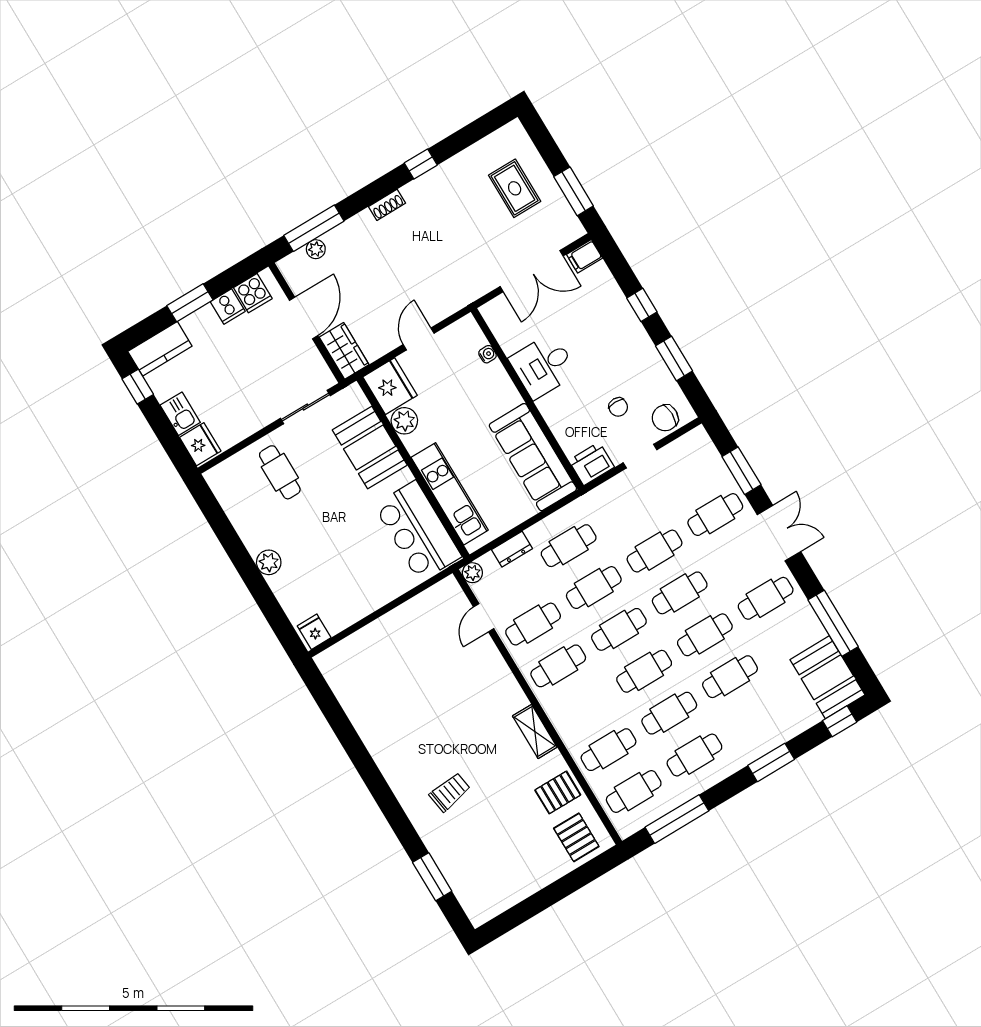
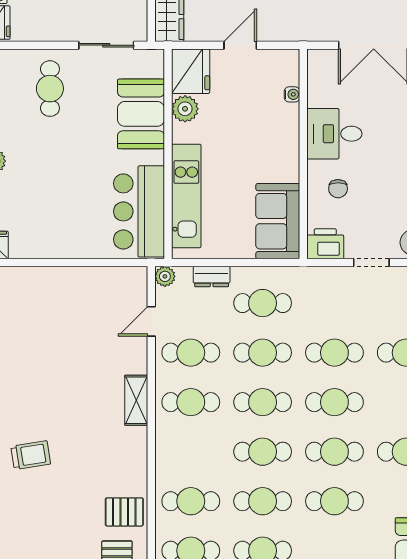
chair: (618, 407) -> (338, 189), moved
sofa: (533, 457) -> (278, 221), width x0.73
shelving: (535, 731) -> (136, 400), moved

